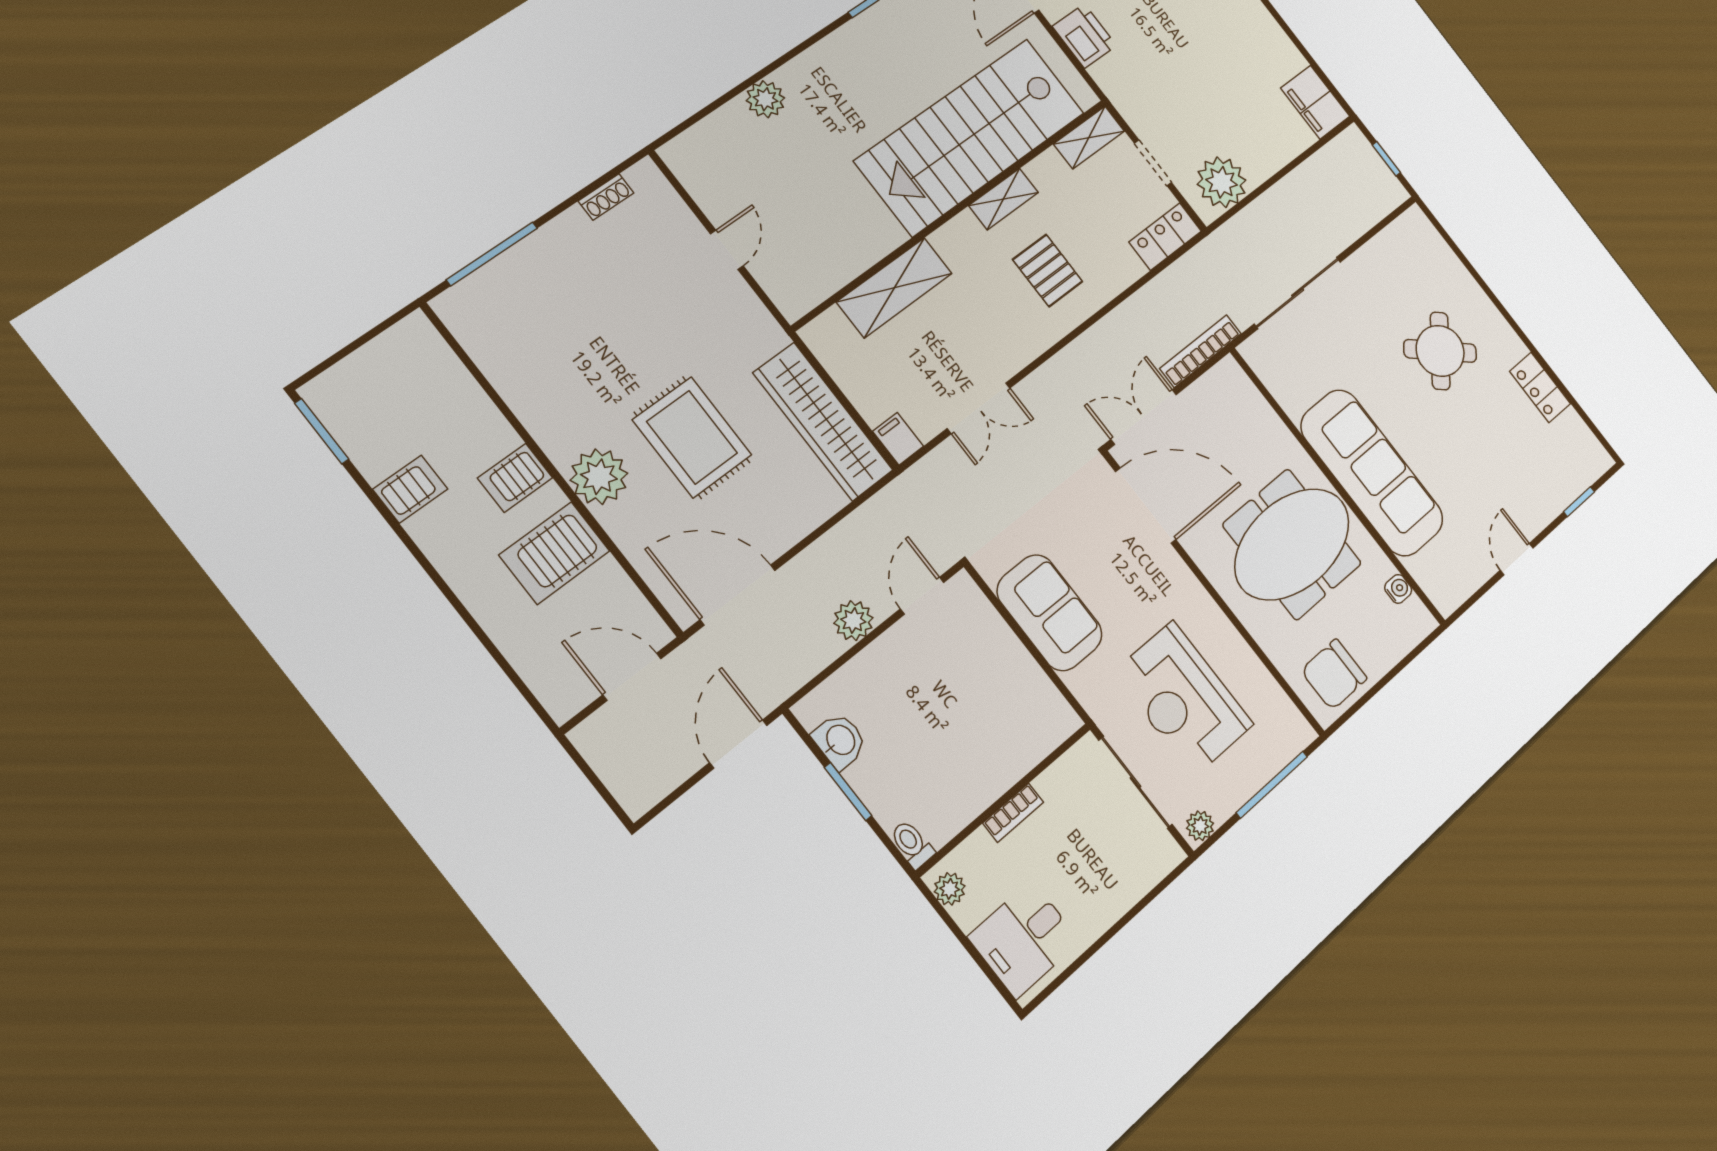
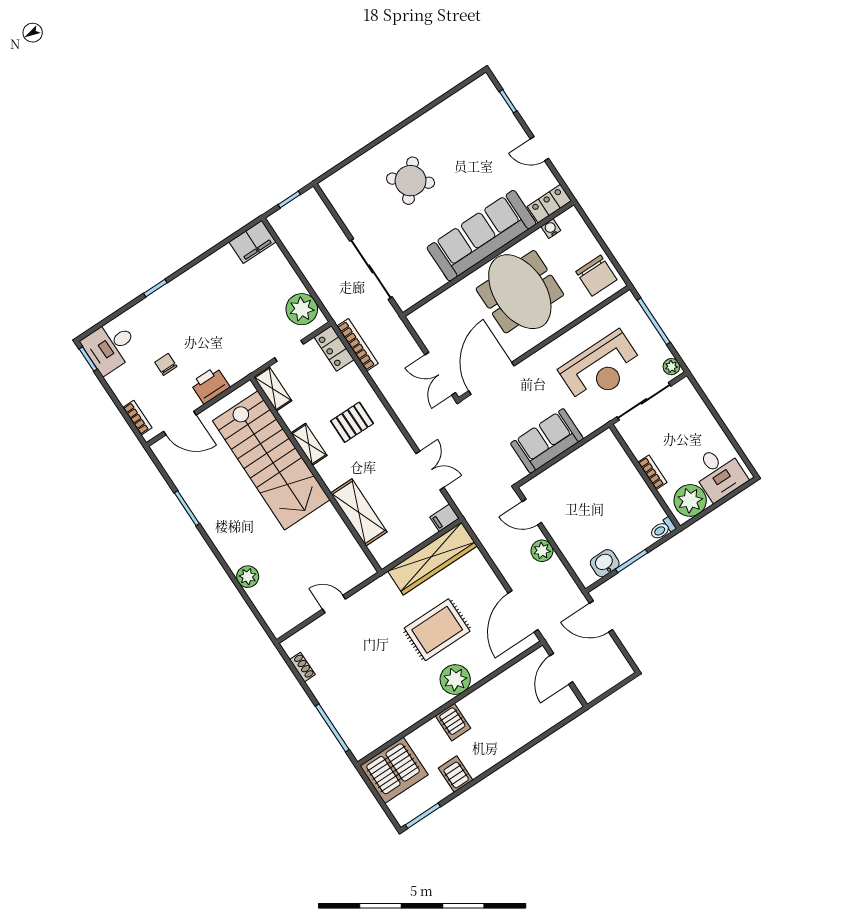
bookcase: (1201, 351) -> (358, 345), moved, turned 180
locker: (1540, 388) -> (549, 204), moved, turned 180
server rack: (554, 553) -> (394, 770), moved, width x1.60
plant: (950, 889) -> (690, 500), width x1.87, depth x1.87

